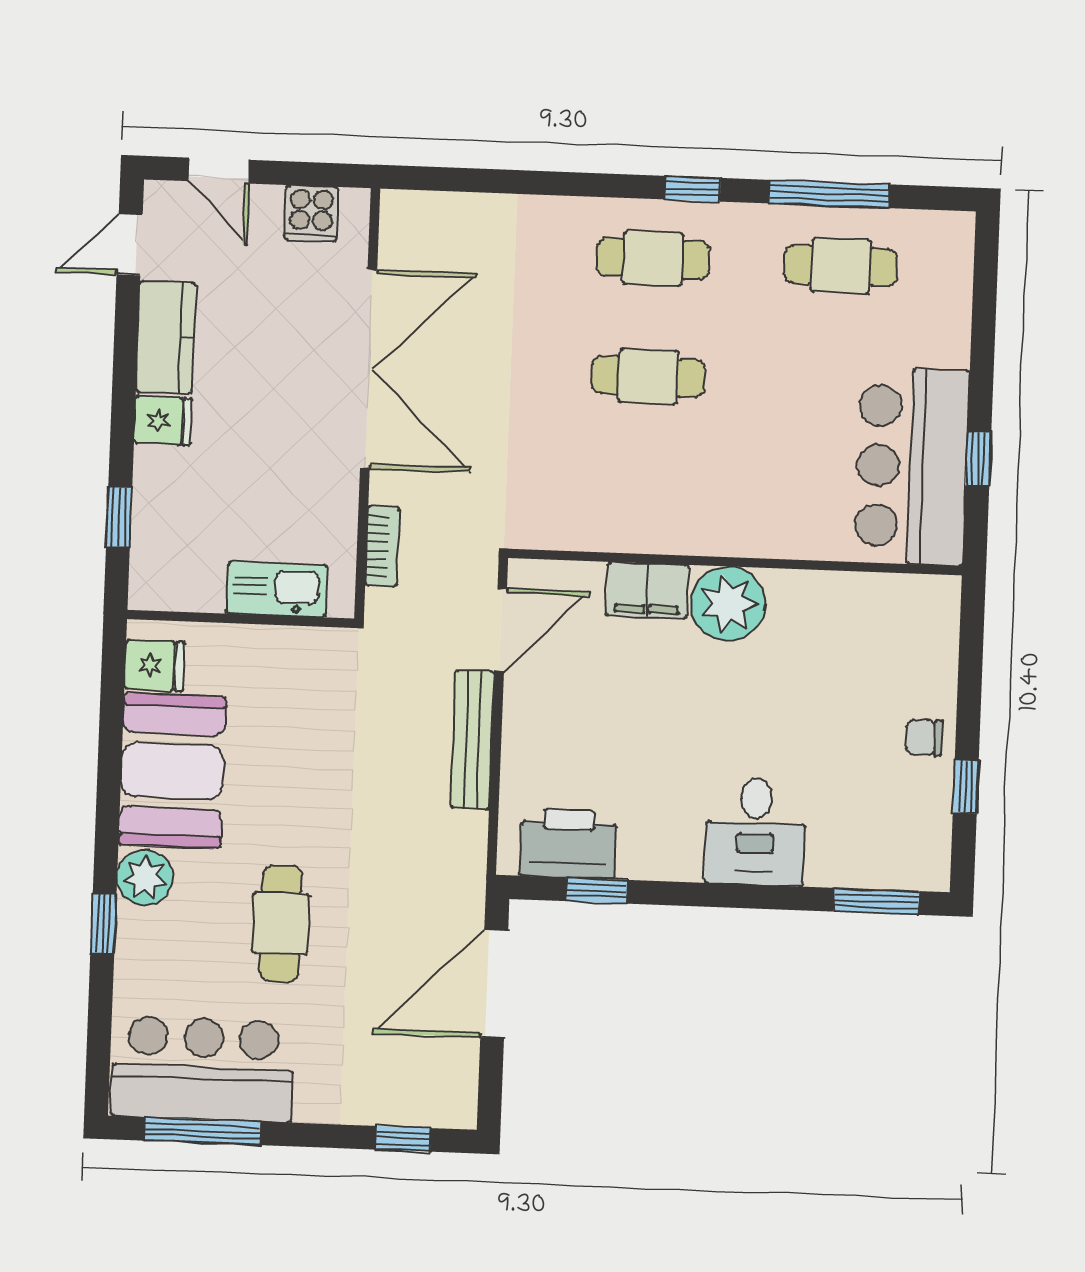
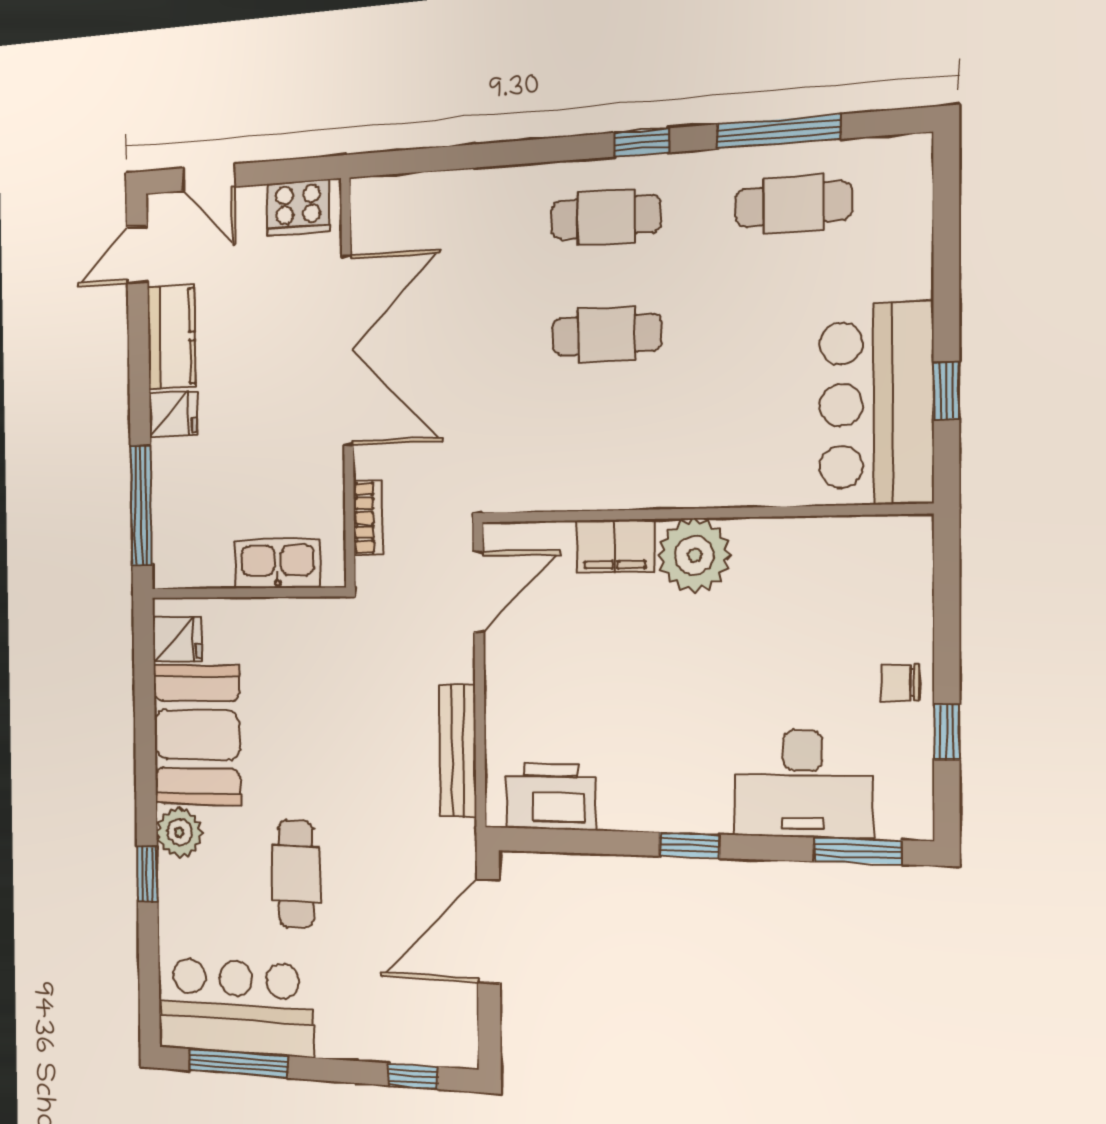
cooker: (311, 213) -> (298, 208), width x1.36
window: (119, 517) -> (141, 505), width x2.17
bench: (472, 740) -> (458, 751), moved
desk: (755, 832) -> (803, 784), moved, width x1.37
window: (597, 891) -> (690, 845), moved

